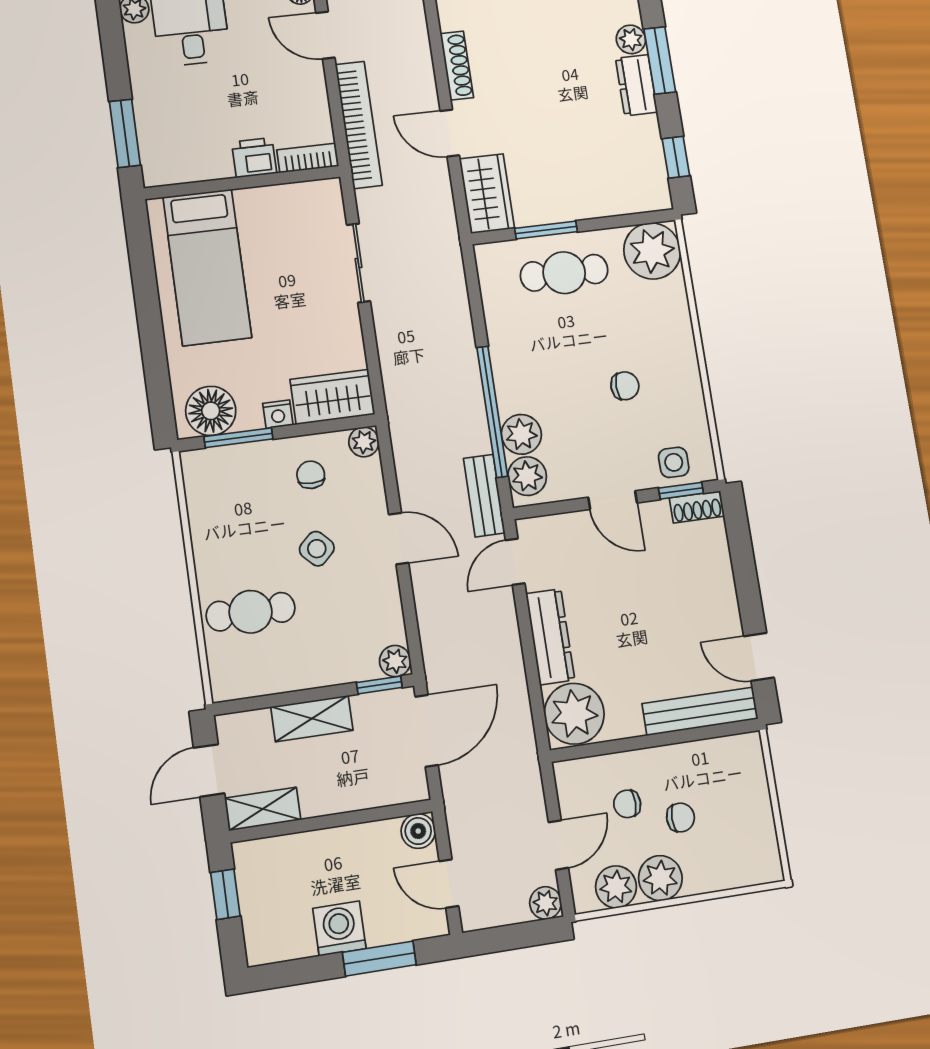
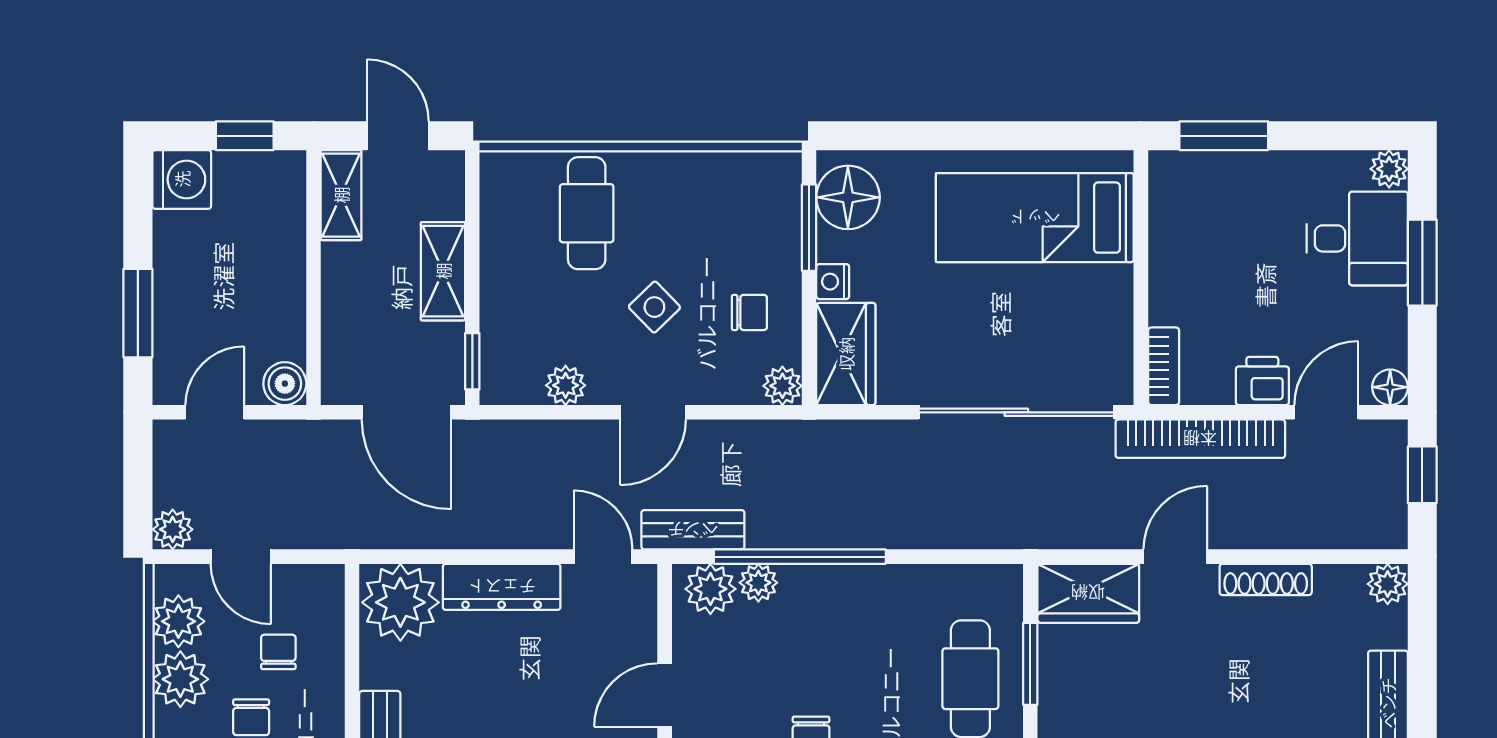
printer: (254, 158) -> (1262, 381), moved, turned -90
sliding door: (359, 263) -> (1016, 412), width x1.86
plant: (521, 434) -> (758, 583), width x0.73, depth x0.73
plant: (395, 661) -> (566, 385), moved
washing machine: (339, 928) -> (182, 179), moved

